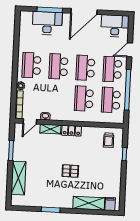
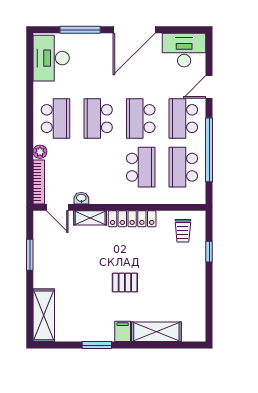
desk: (47, 23) -> (51, 58), moved, turned -90
school desk: (31, 65) -> (56, 119), turned 180
school desk: (84, 99) -> (141, 167), turned 180
door: (30, 121) -> (57, 207), hinge flipped
locker: (72, 131) -> (132, 219), width x1.53
shelving: (18, 178) -> (44, 315), moved
filing cabinet: (110, 204) -> (123, 331), moved

